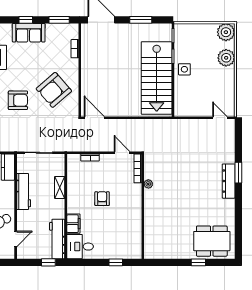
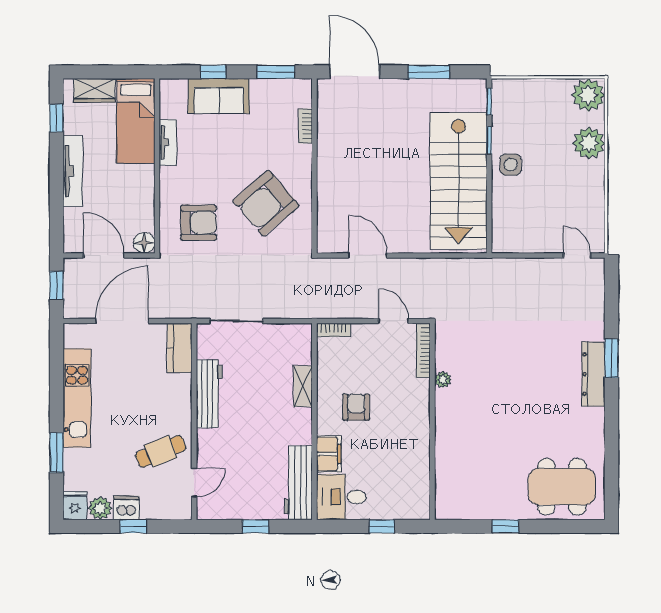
door: (94, 118) -> (368, 255), moved
shelving: (60, 187) -> (303, 386), moved
wall: (66, 206) -> (314, 422), moved
filing cabinet: (73, 224) -> (329, 454), moved
workbench: (57, 239) -> (298, 483), moved
desk: (80, 247) -> (341, 497), moved
window: (198, 262) -> (505, 526), moved

